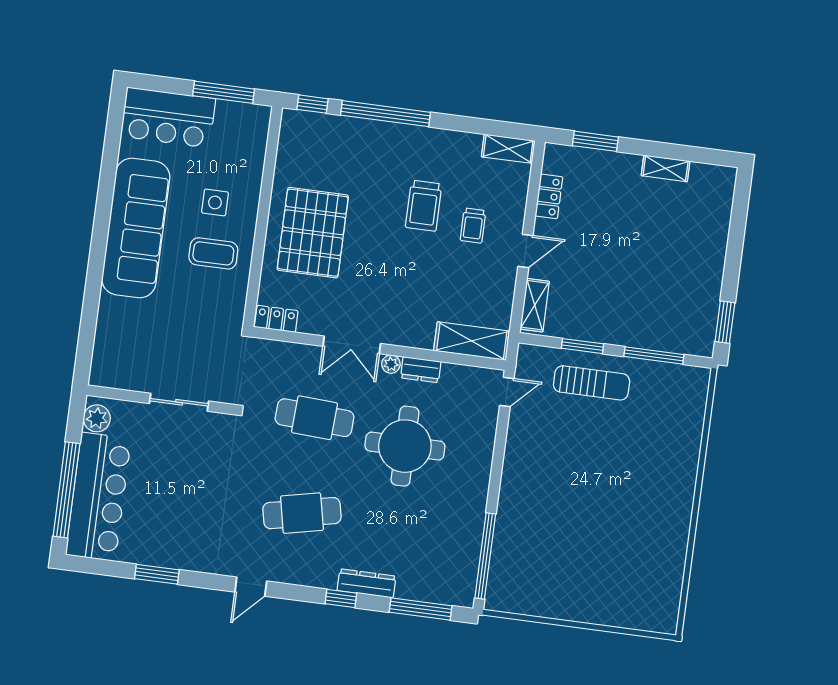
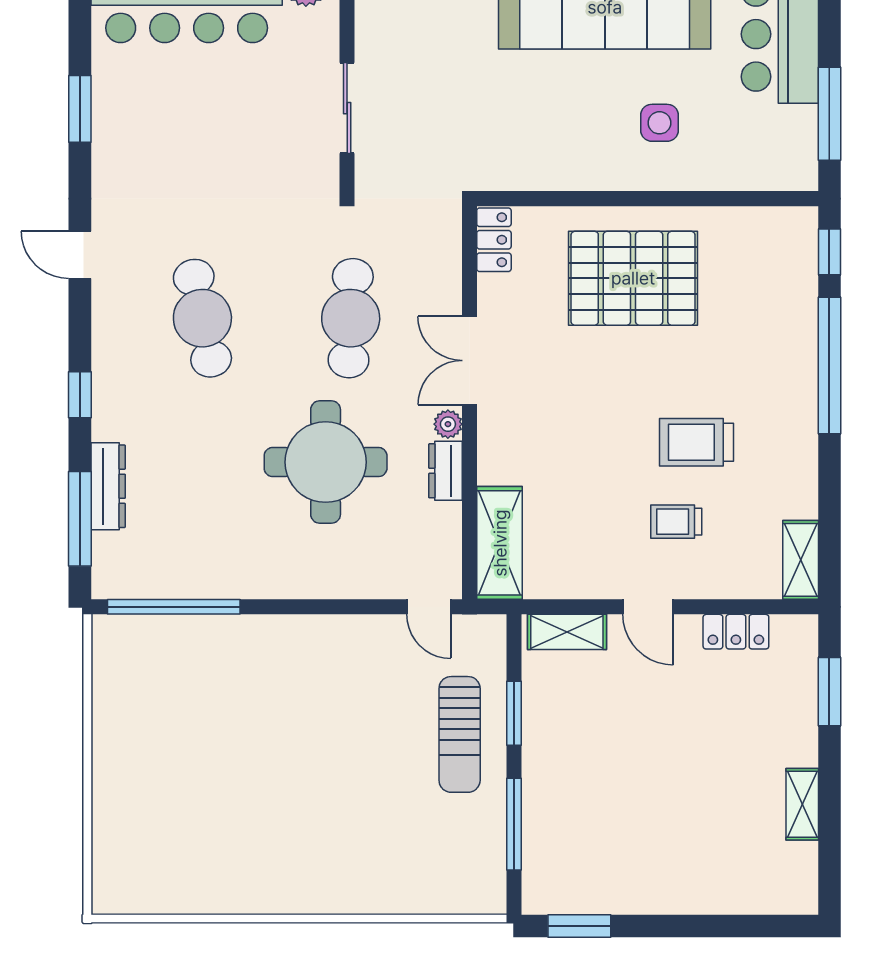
coffee table: (213, 253) -> (581, 131), removed
dresser: (367, 583) -> (108, 486), moved

